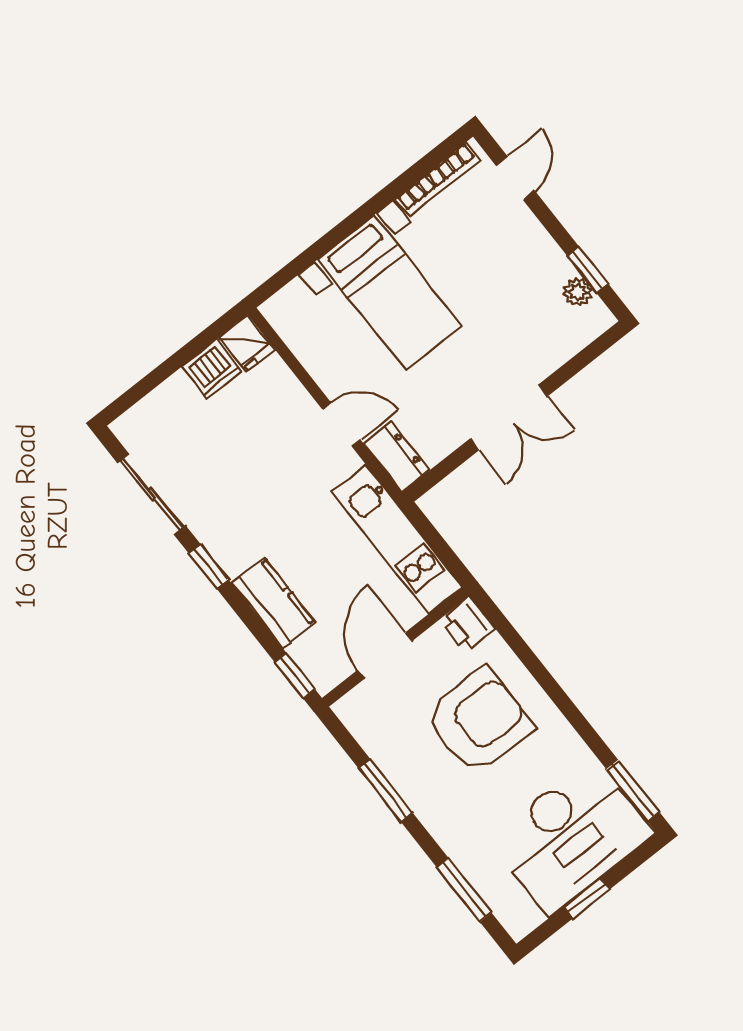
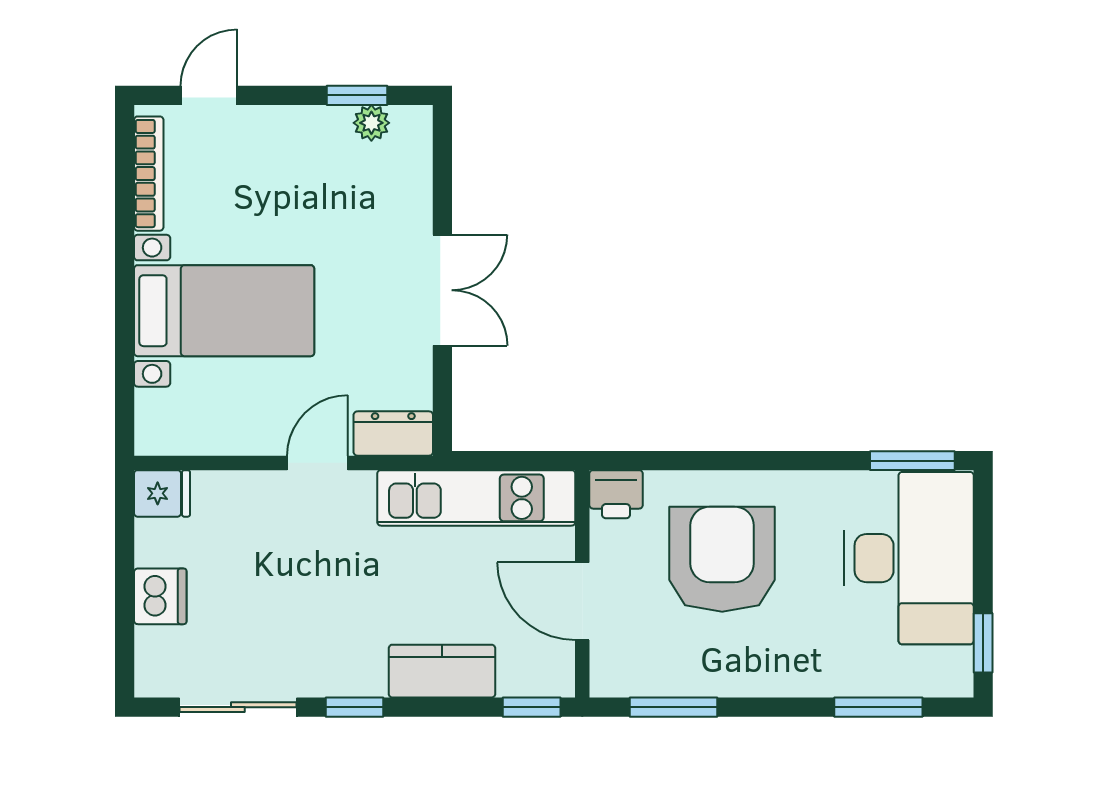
door: (515, 178) -> (209, 95), hinge flipped
dishwasher: (212, 369) -> (160, 596), moved
window: (386, 791) -> (673, 707), moved
window: (587, 898) -> (983, 643), moved

